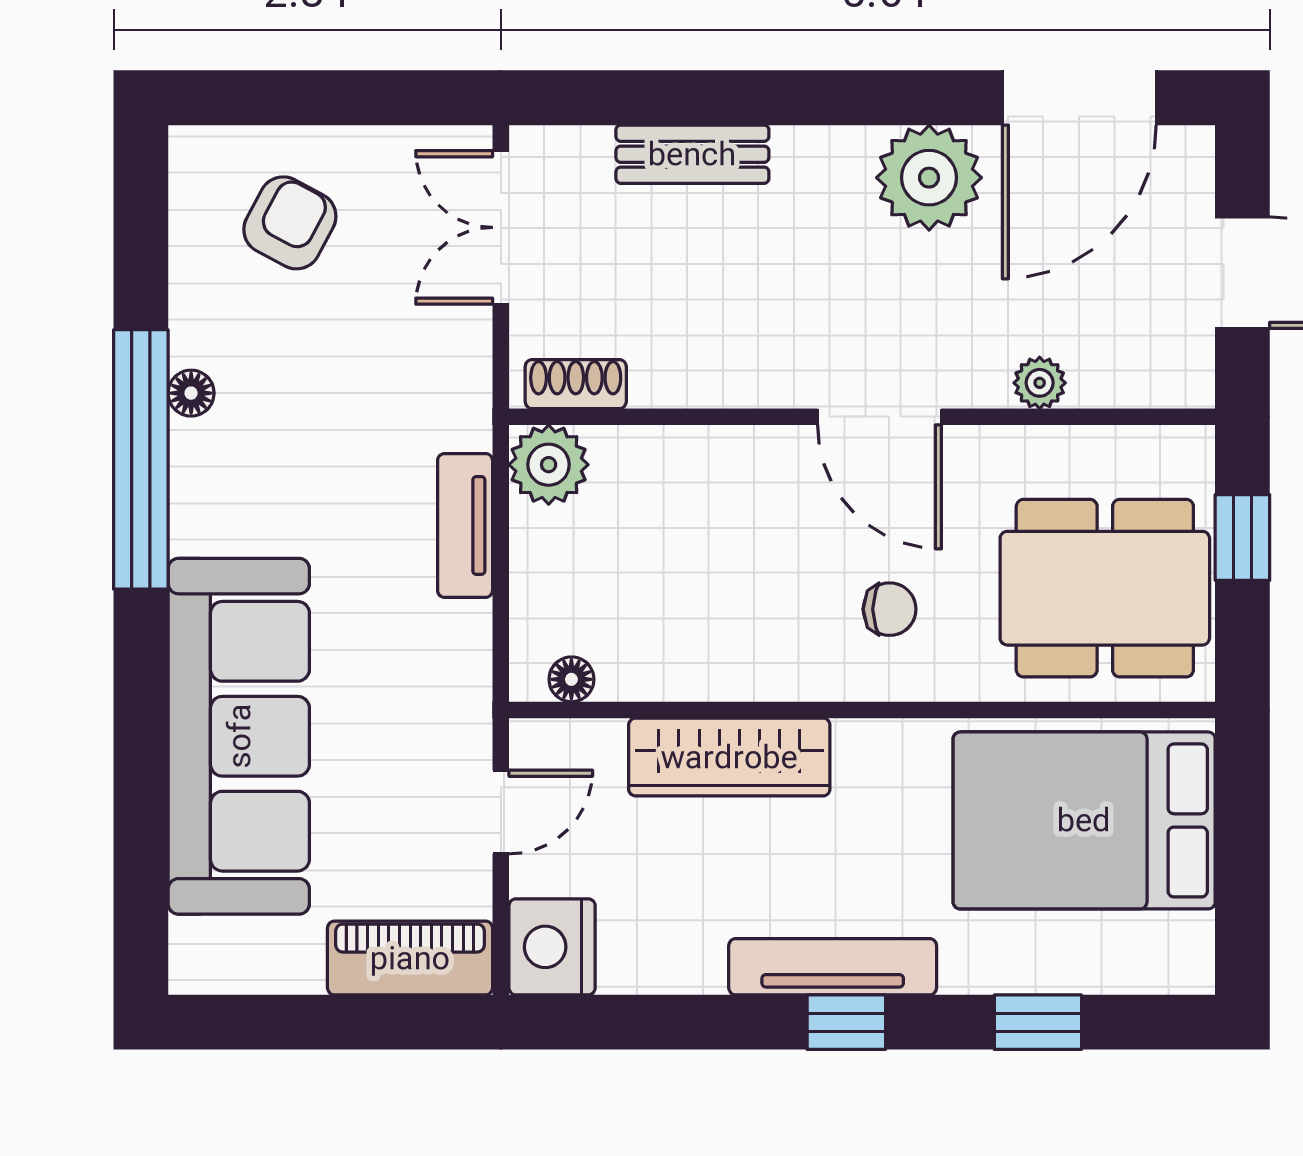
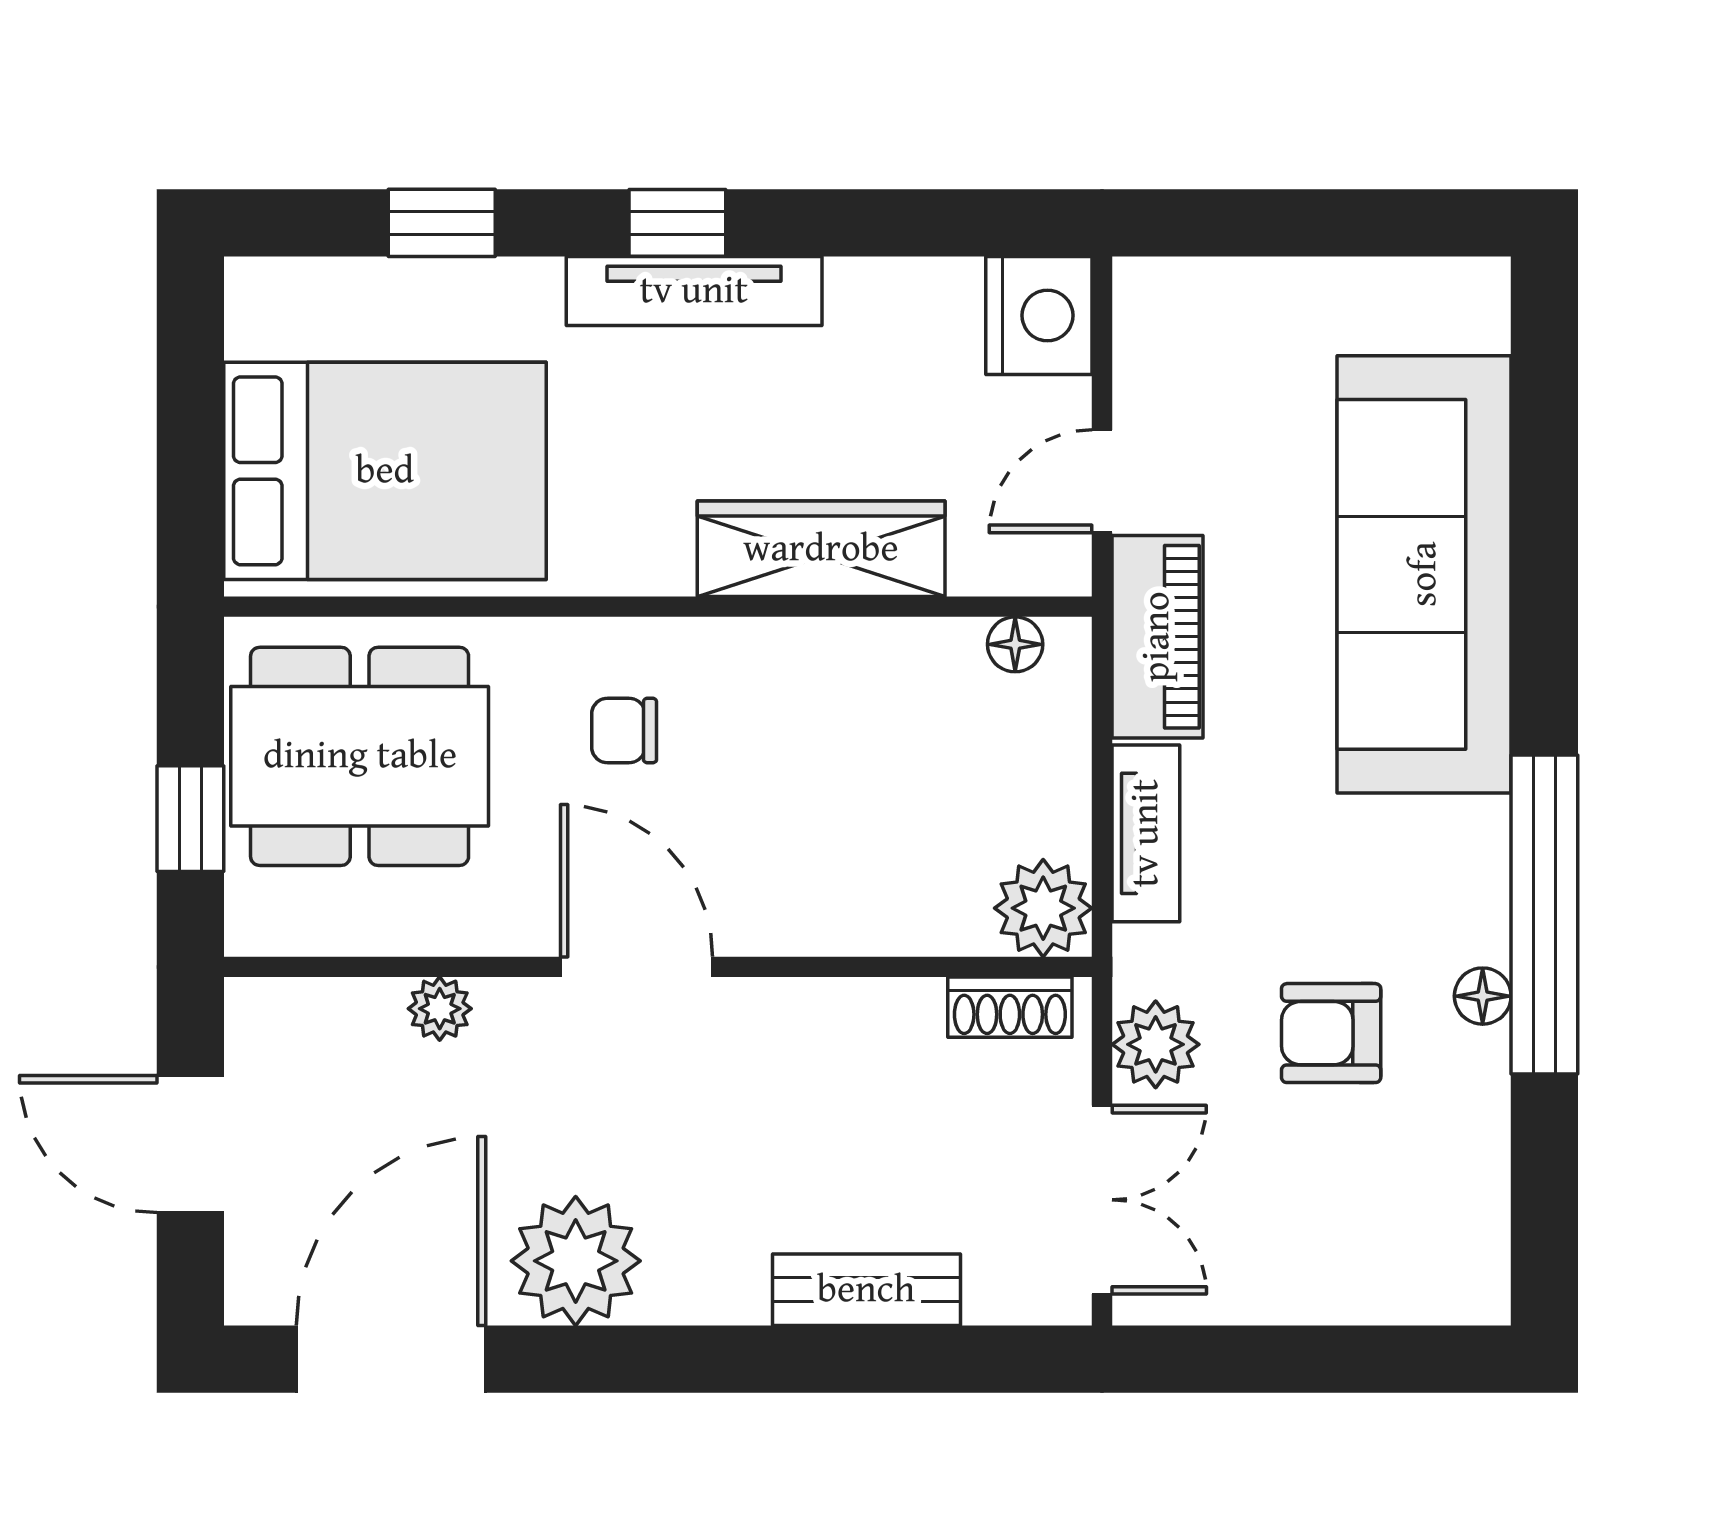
armchair: (290, 223) -> (1331, 1033), moved, turned 62
plant: (457, 354) -> (1156, 1044), added
piano: (410, 958) -> (1157, 637), moved, turned -90

